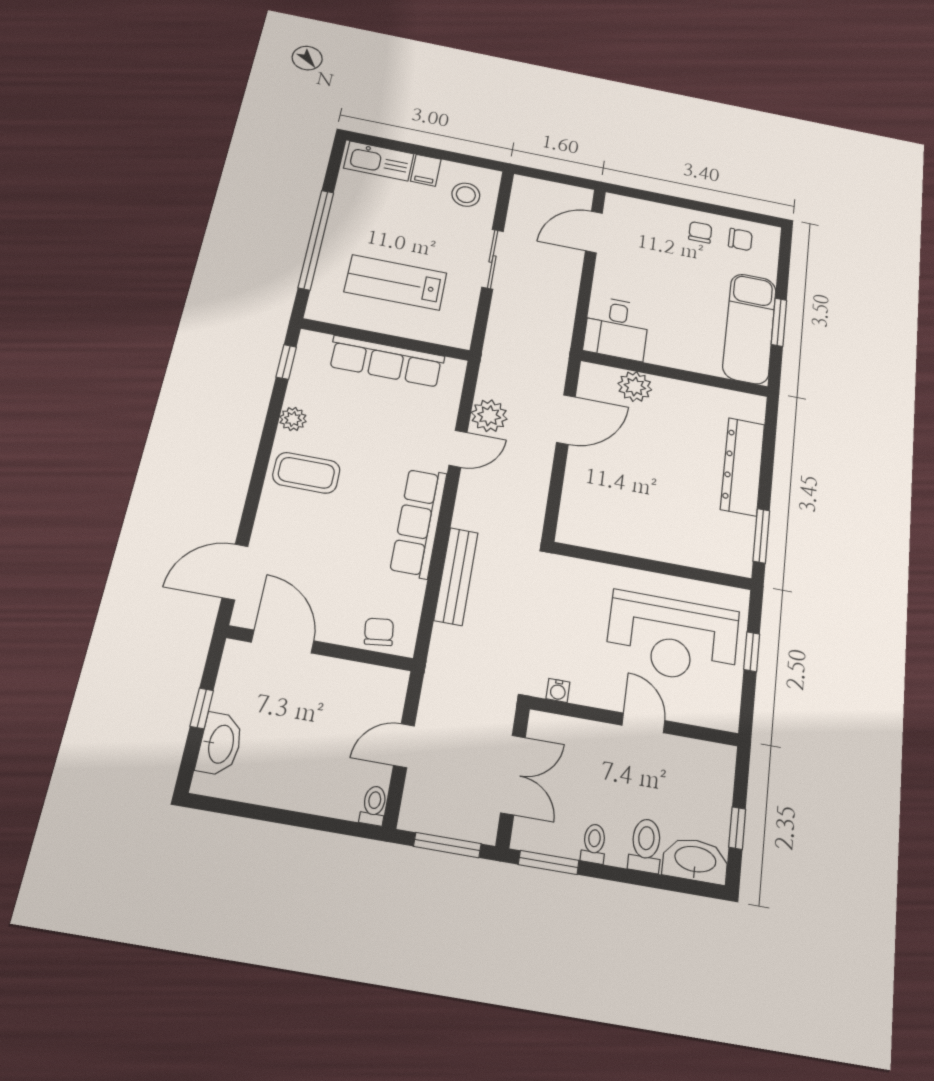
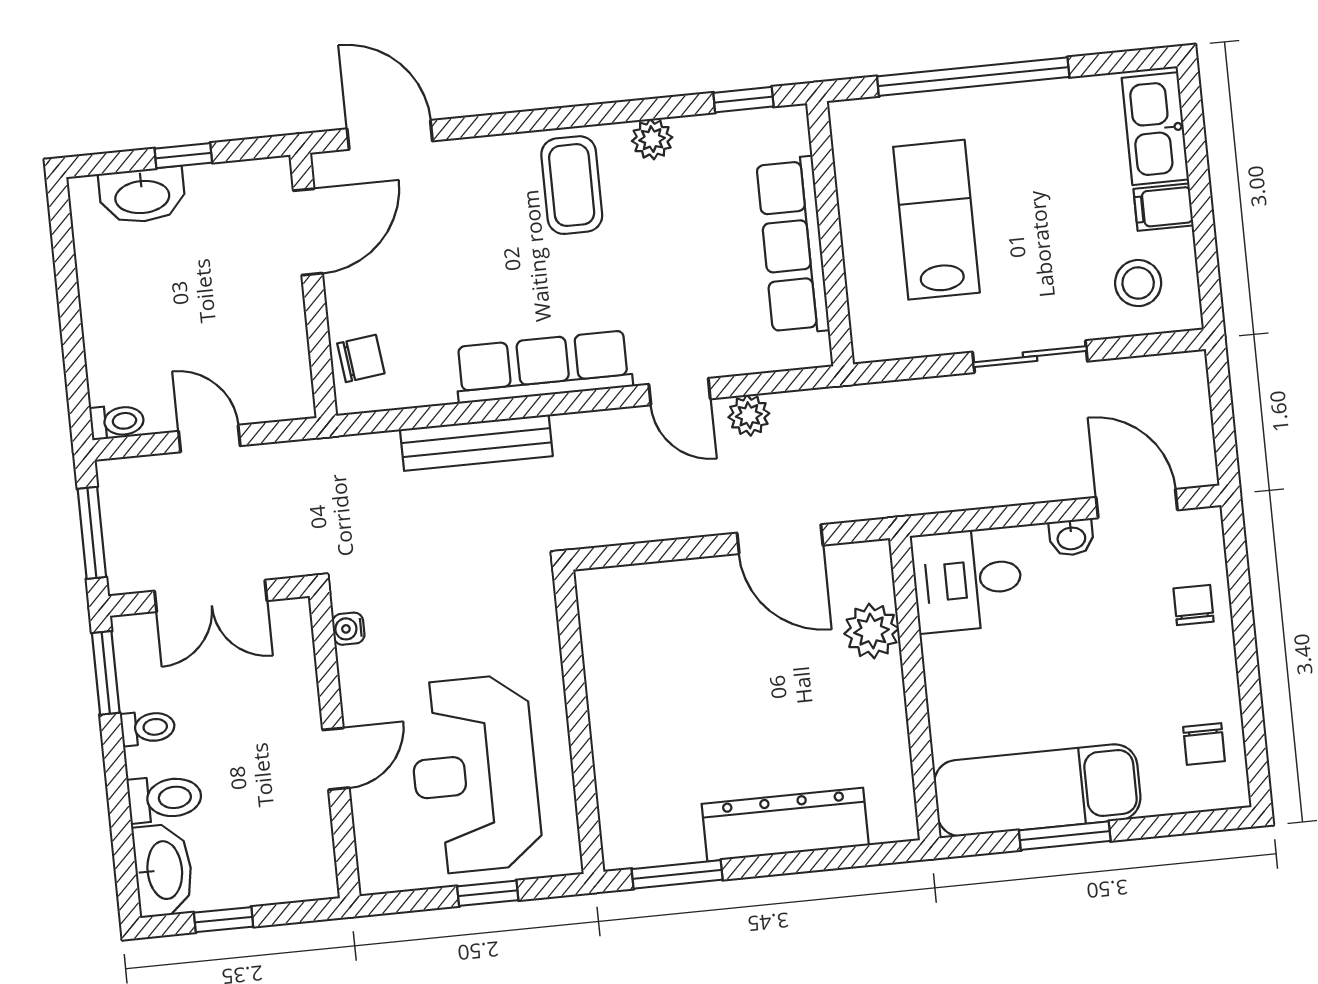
chair: (700, 232) -> (1194, 605), moved, turned -90
washbasin: (605, 269) -> (1071, 537), added
plant: (489, 416) -> (749, 415), width x0.73, depth x0.73

